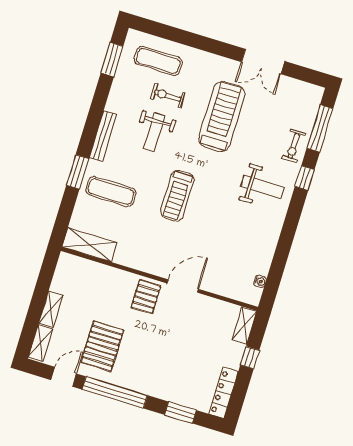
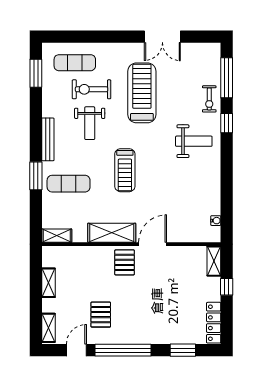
exercise bike: (168, 96) -> (92, 89), width x1.38, depth x1.39
shelving: (89, 245) -> (57, 236), width x0.67, depth x0.75
shelving: (142, 260) -> (112, 233), added
shelving: (51, 309) -> (49, 283), moved
pallet: (102, 346) -> (101, 315), width x0.67, depth x0.71

